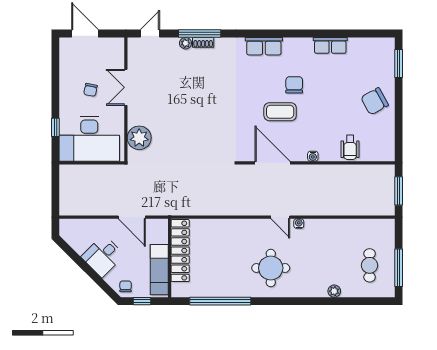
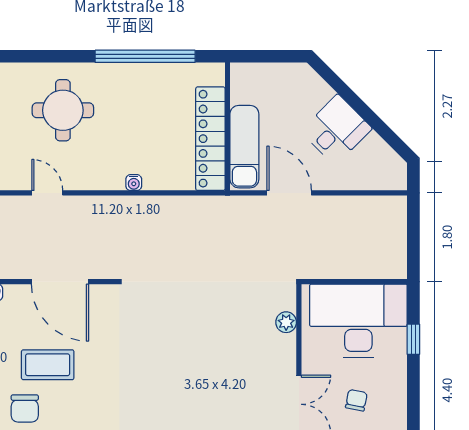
plant: (139, 138) -> (286, 322), width x0.53, depth x0.53
water cooler: (299, 224) -> (134, 183), moved
exam couch: (159, 270) -> (244, 147), moved
chair: (126, 286) -> (299, 80), removed
window: (142, 301) -> (273, 56), removed

